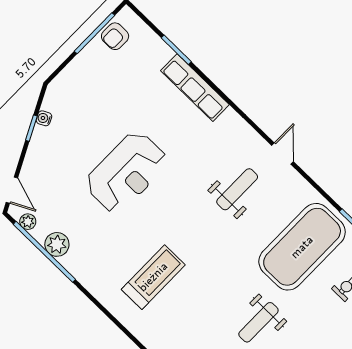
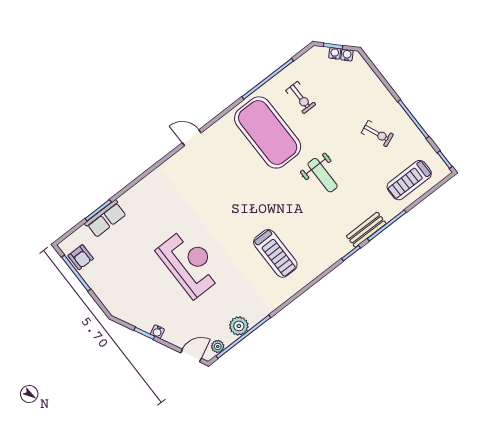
row of seats: (195, 88) -> (106, 219), moved, width x0.68
water cooler: (44, 118) -> (157, 332), moved
weight bench: (237, 189) -> (215, 177), removed
treadmill: (153, 277) -> (275, 253), turned 180

